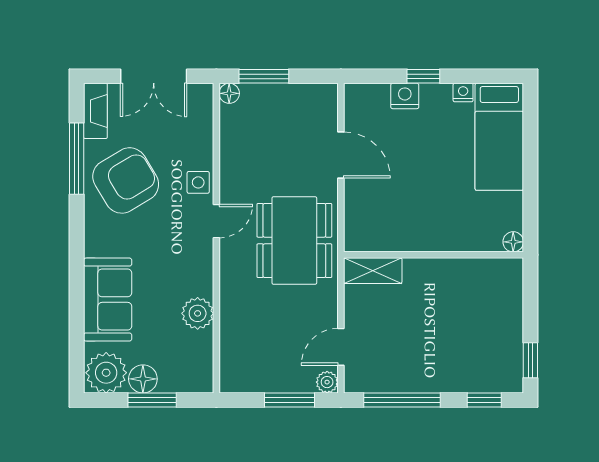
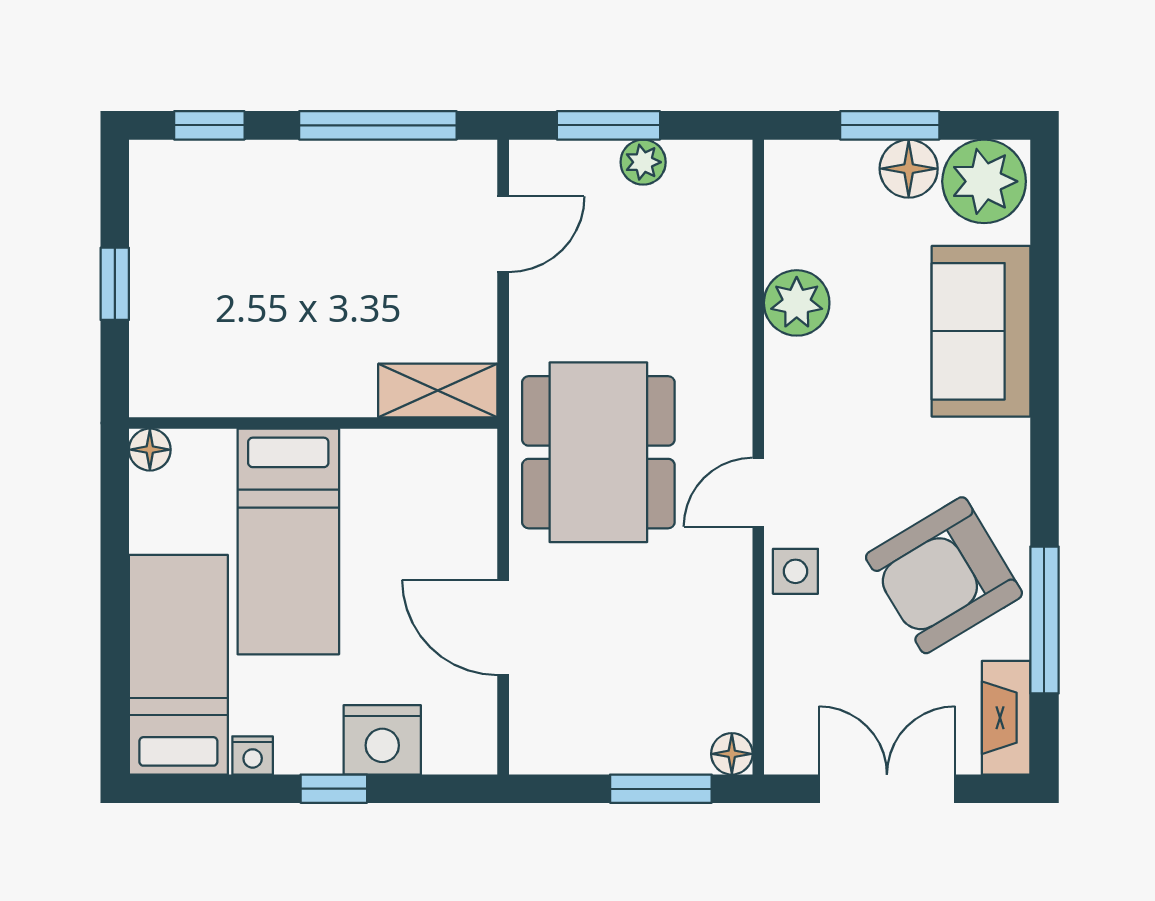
nightstand: (405, 96) -> (382, 740), width x1.36, depth x1.33
bed: (446, 197) -> (288, 542), added
window: (530, 360) -> (115, 284), moved
plant: (327, 382) -> (643, 162), moved

